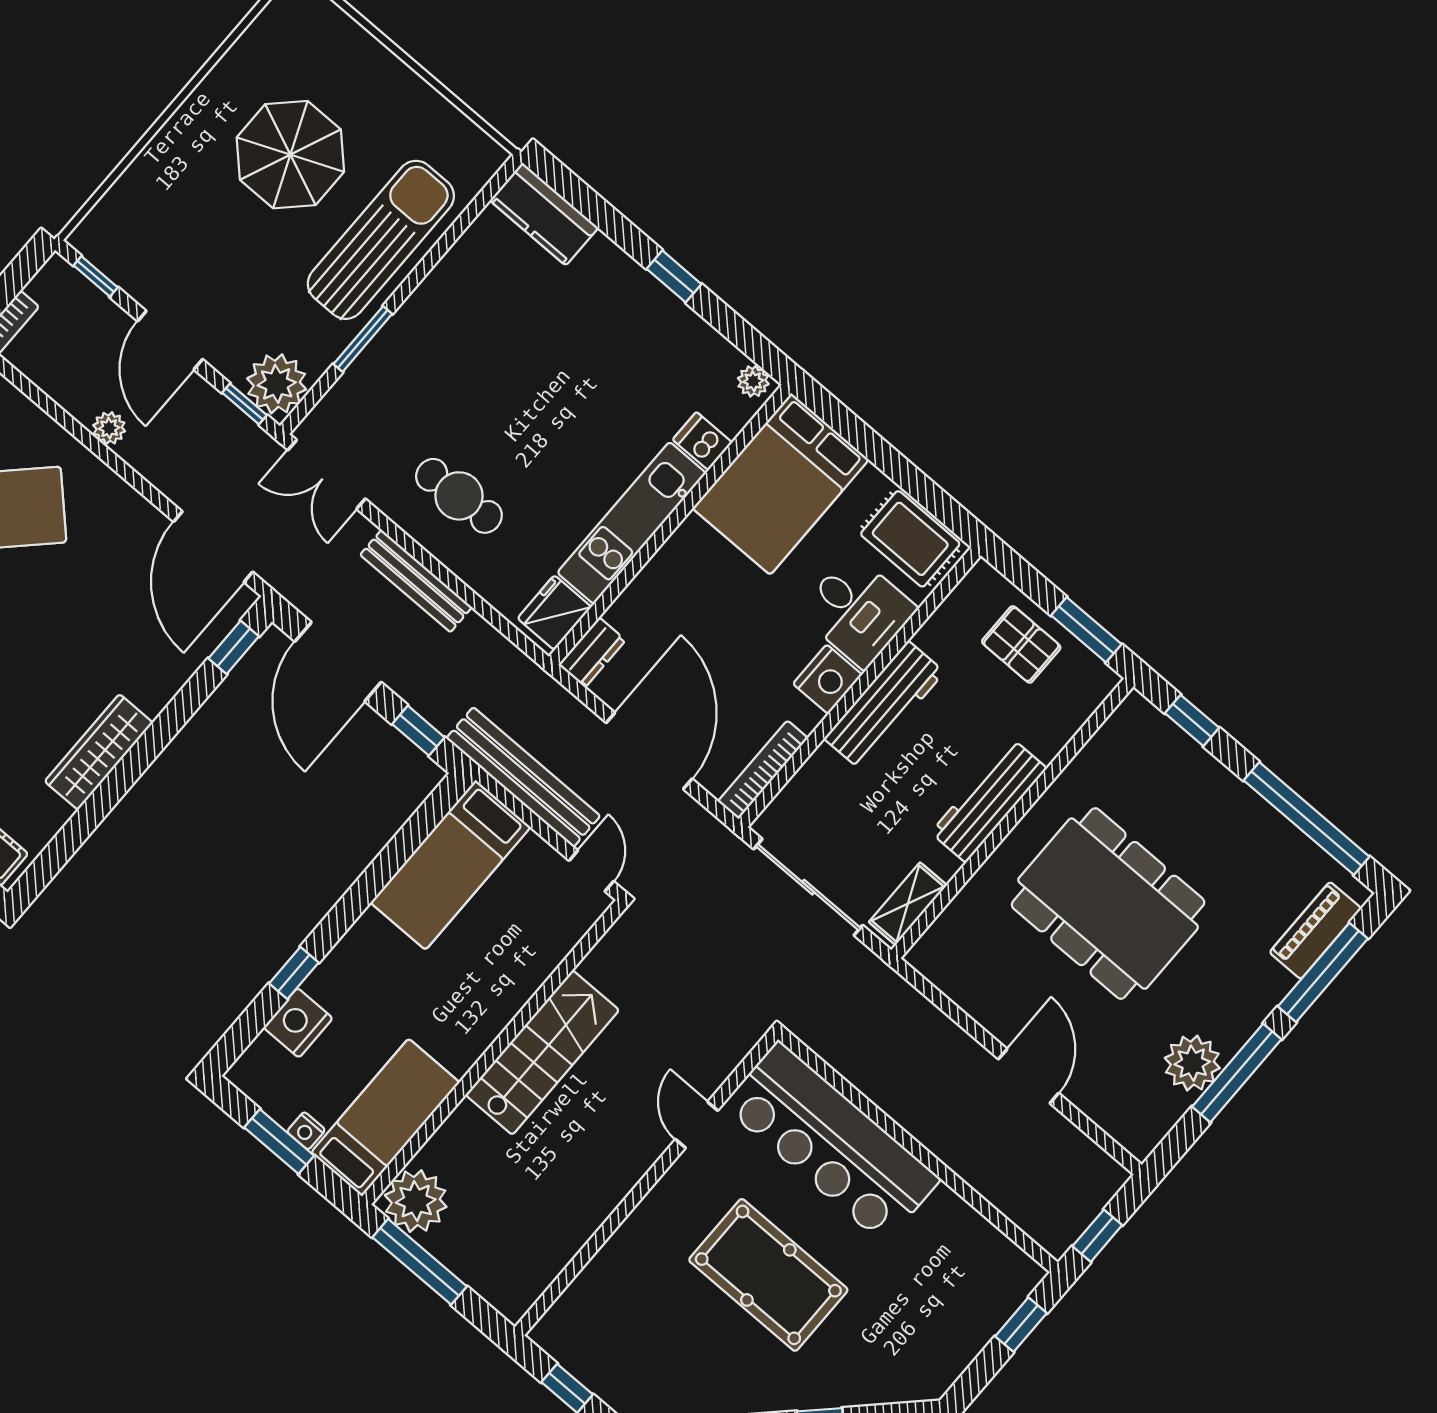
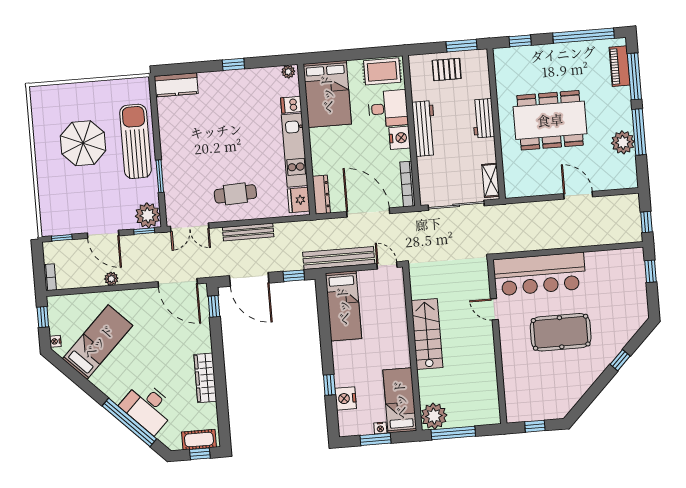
dresser: (592, 652) -> (321, 195), width x1.44
workbench: (989, 800) -> (483, 118), width x0.73

